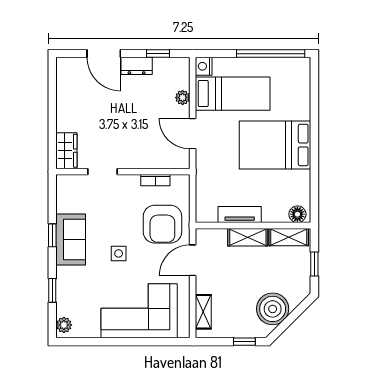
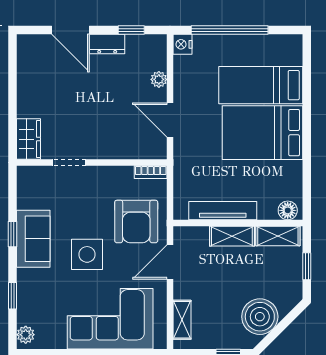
window: (271, 54) -> (230, 30), moved
bed: (233, 94) -> (261, 85), moved, turned 180
bookcase: (155, 180) -> (151, 172), moved
tv unit: (240, 214) -> (223, 211), width x1.41
side table: (119, 253) -> (87, 254), width x1.87, depth x1.87

